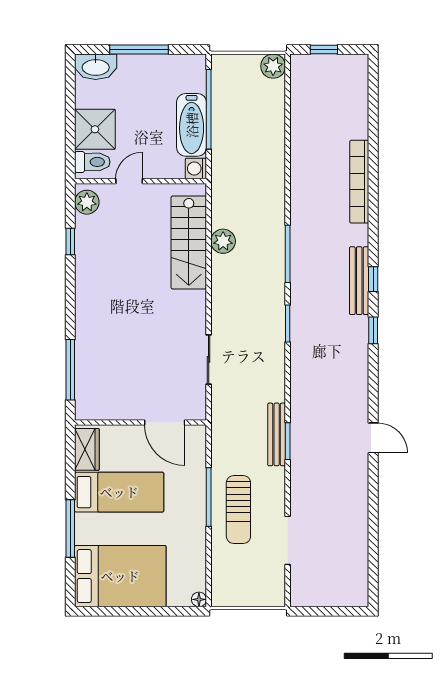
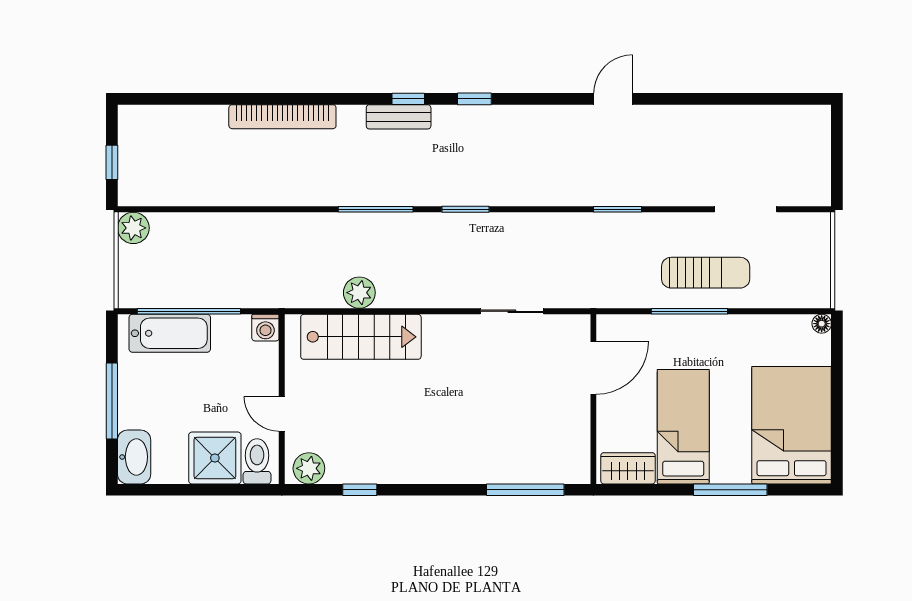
bathtub: (192, 125) -> (170, 333), moved
bench: (359, 281) -> (399, 117), width x0.73
bench: (277, 434) -> (609, 224), removed

